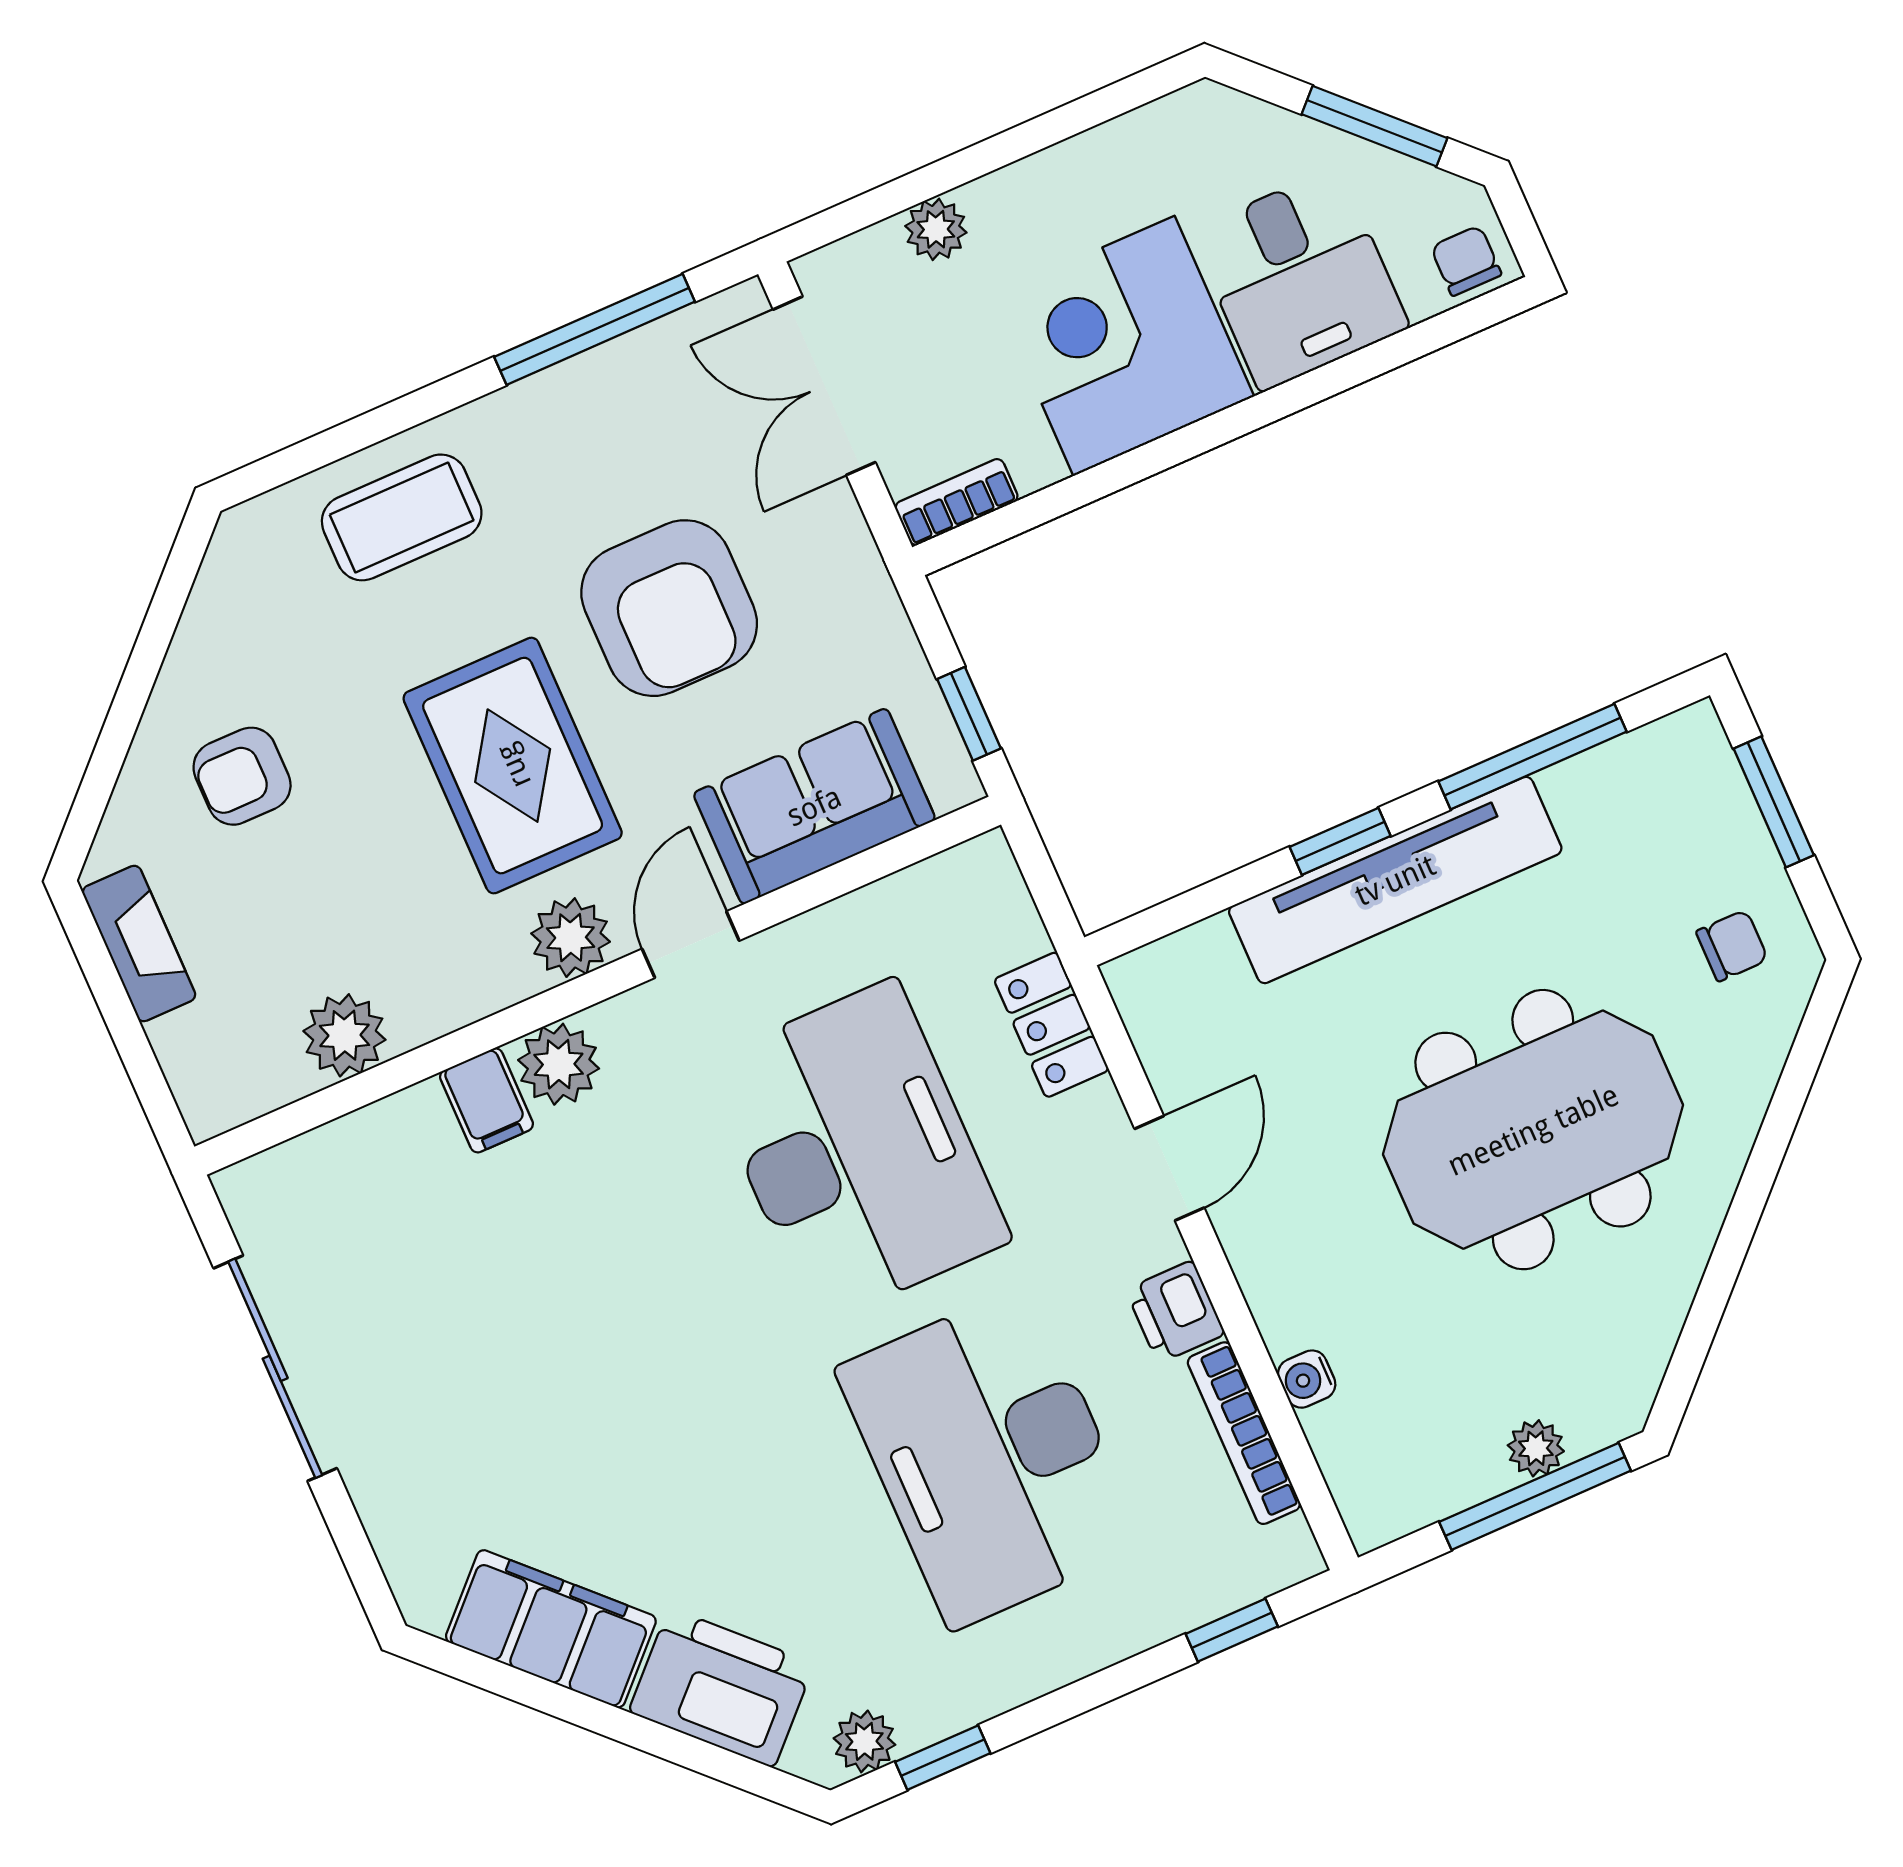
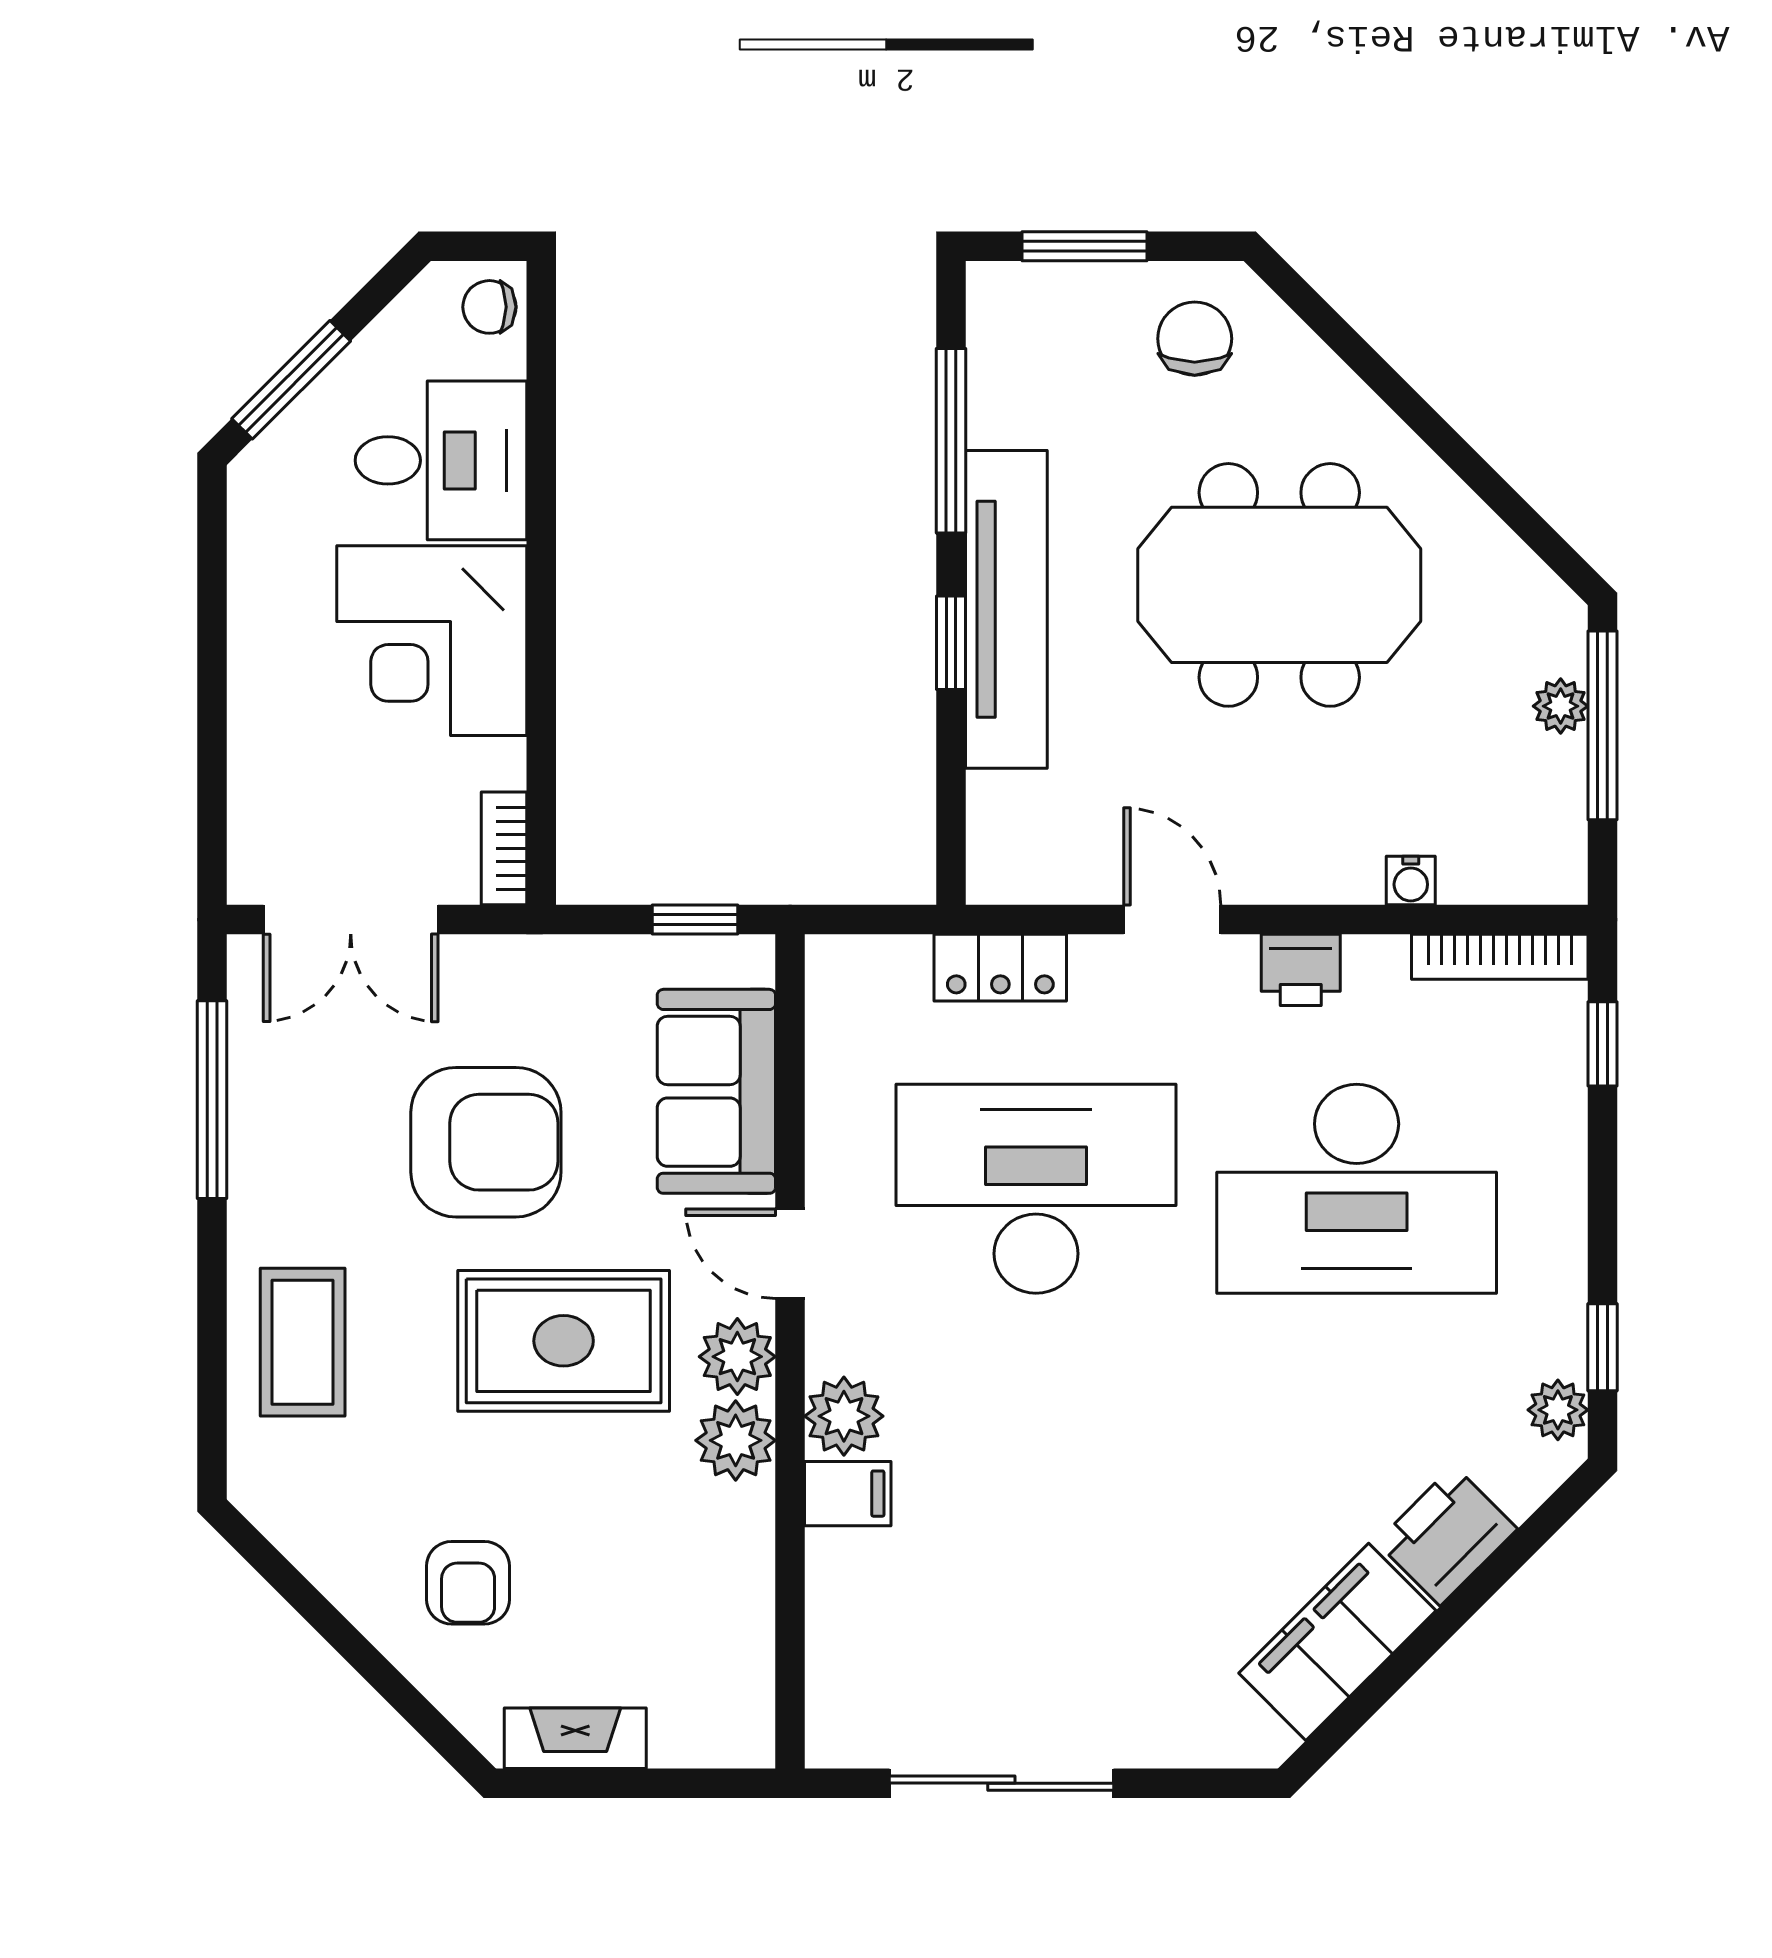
window: (1374, 126) -> (291, 380), moved
plant: (936, 229) -> (256, 761), removed
chair: (1732, 946) -> (1195, 339), width x1.37, depth x1.37
plant: (344, 1035) -> (736, 1440), moved
meeting table: (1533, 1130) -> (1279, 585), turned 90
bookcase: (1244, 1433) -> (1500, 957), moved
printer: (721, 1688) -> (1447, 1535), width x0.73, depth x0.84

